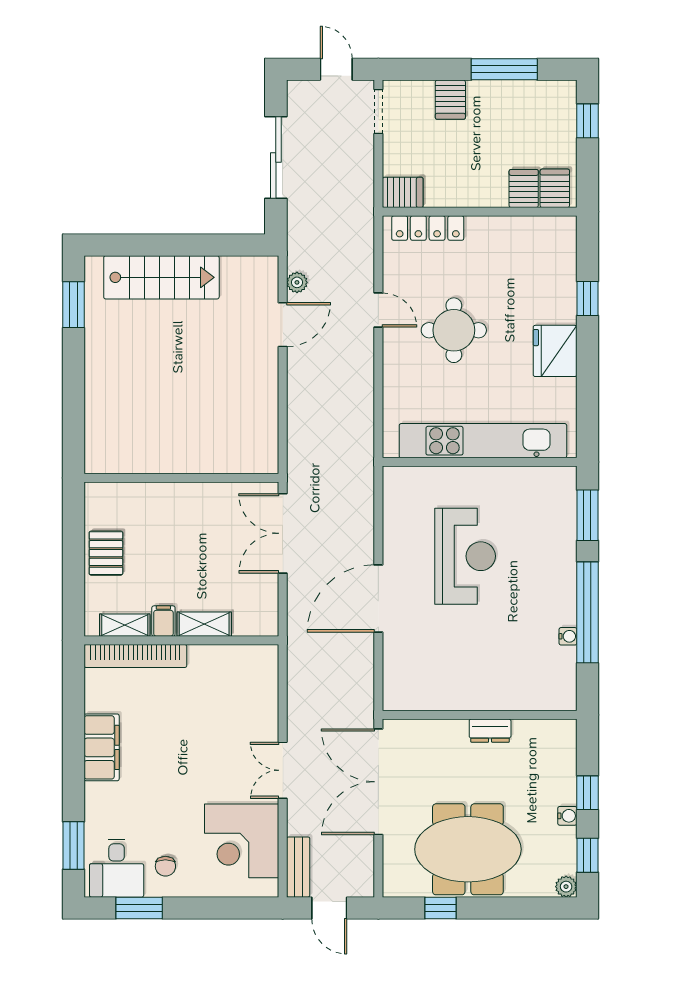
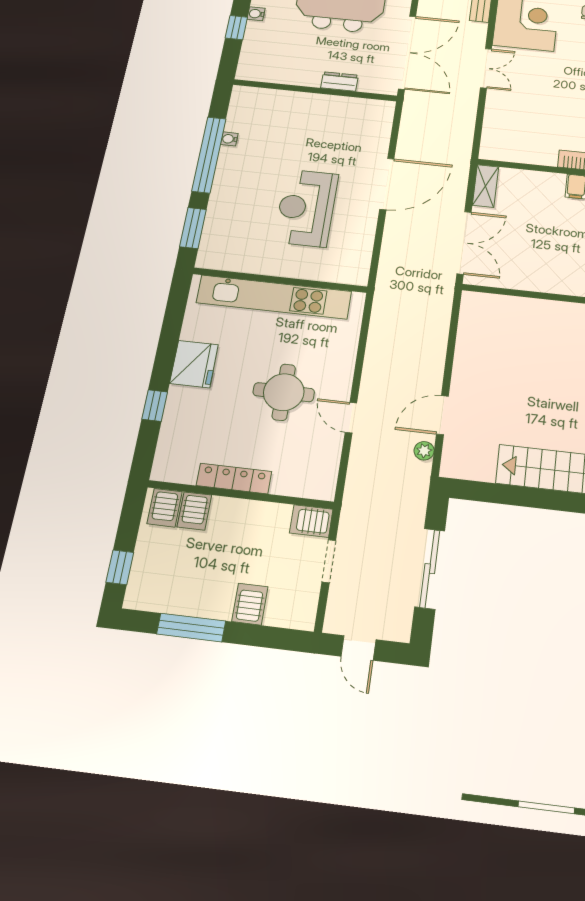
doorway: (378, 112) -> (329, 561), moved
locker: (428, 228) -> (234, 479), moved
shelving: (204, 624) -> (485, 186), moved, turned 90
dresser: (490, 731) -> (339, 82), moved

